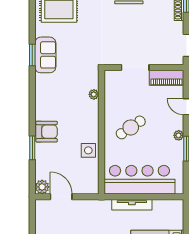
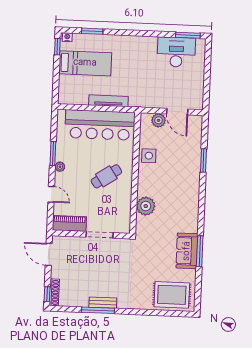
window: (32, 55) -> (200, 251), width x1.44
plant: (94, 94) -> (146, 206), width x1.88, depth x1.88
armchair: (47, 132) -> (189, 176), removed
plant: (42, 187) -> (159, 120), moved

